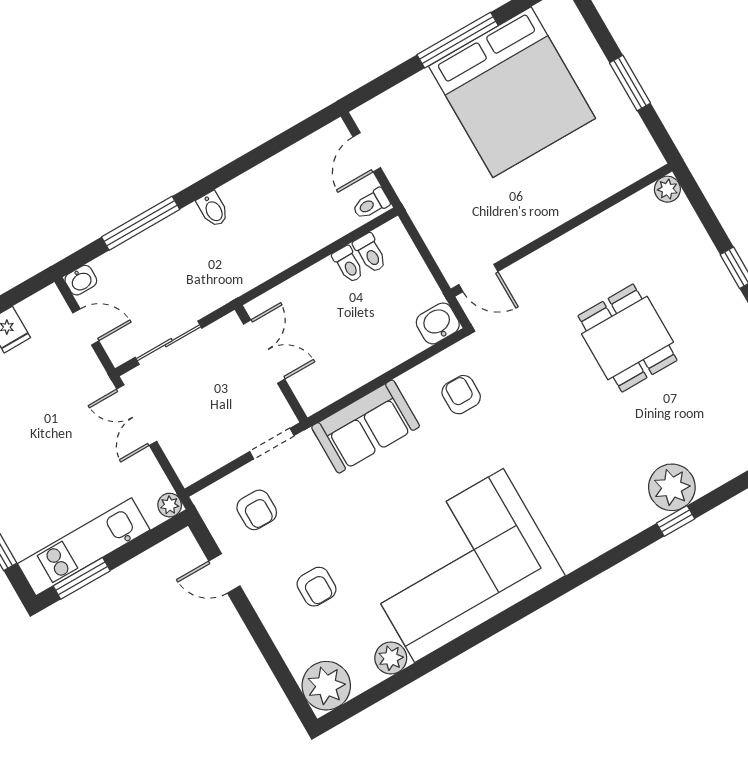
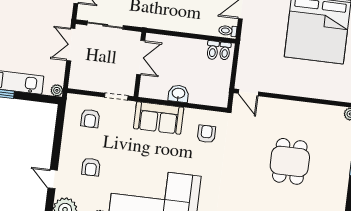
toilet: (348, 264) -> (225, 51), moved
washbasin: (438, 323) -> (178, 94), moved
door: (224, 573) -> (53, 179), moved

